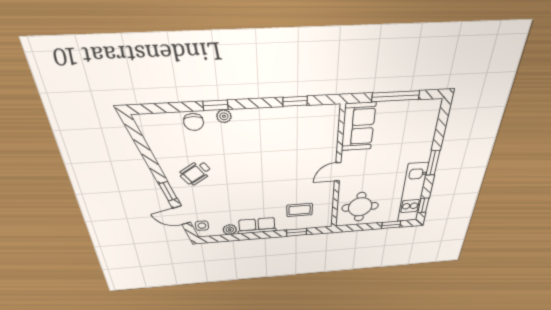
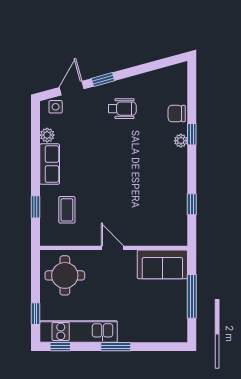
wheelchair: (196, 173) -> (122, 109), turned 123

